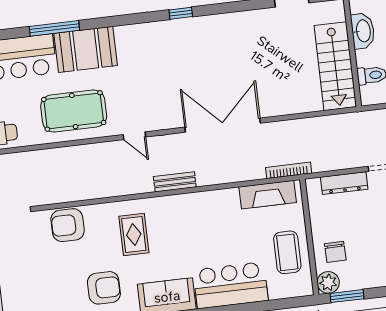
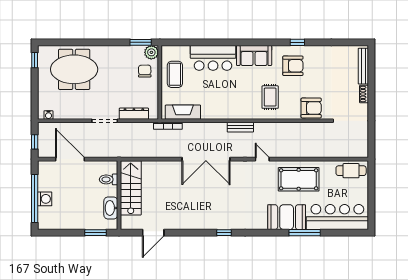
armchair: (104, 288) -> (293, 66), turned 180

